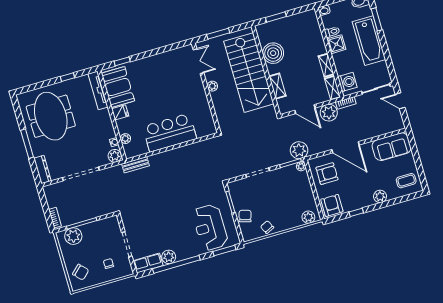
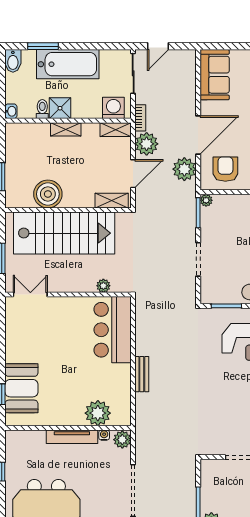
shelving: (326, 65) -> (66, 129), moved
plant: (212, 86) -> (103, 286), moved
shelving: (278, 86) -> (112, 201), moved
booth: (118, 87) -> (21, 388), moved, turned 90
tv unit: (98, 90) -> (72, 437), moved
fridge: (120, 112) -> (68, 416), removed
bar counter: (170, 133) -> (113, 330), moved
plant: (125, 139) -> (98, 413), width x1.88, depth x1.88
plant: (299, 150) -> (184, 169), moved
bench: (136, 165) -> (142, 374), moved

